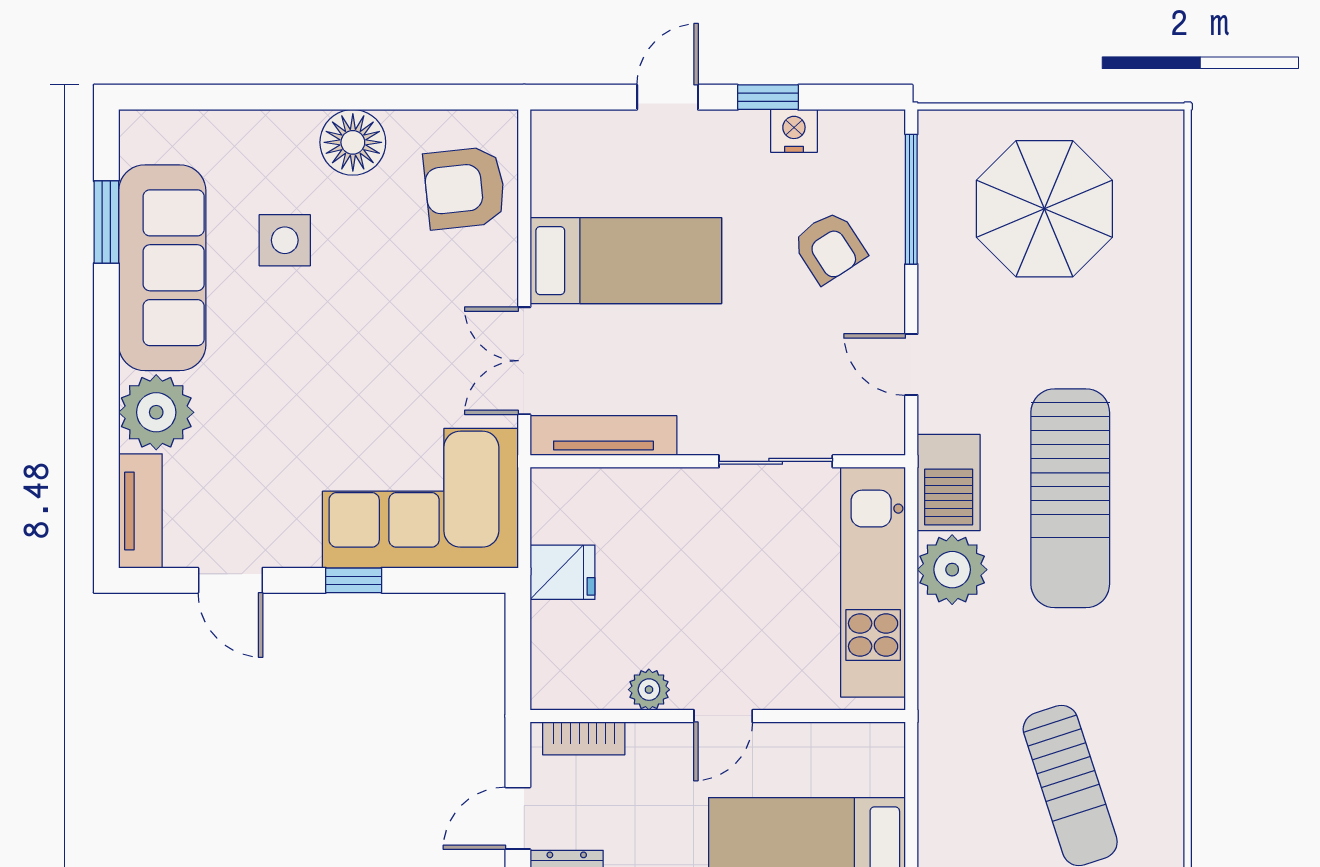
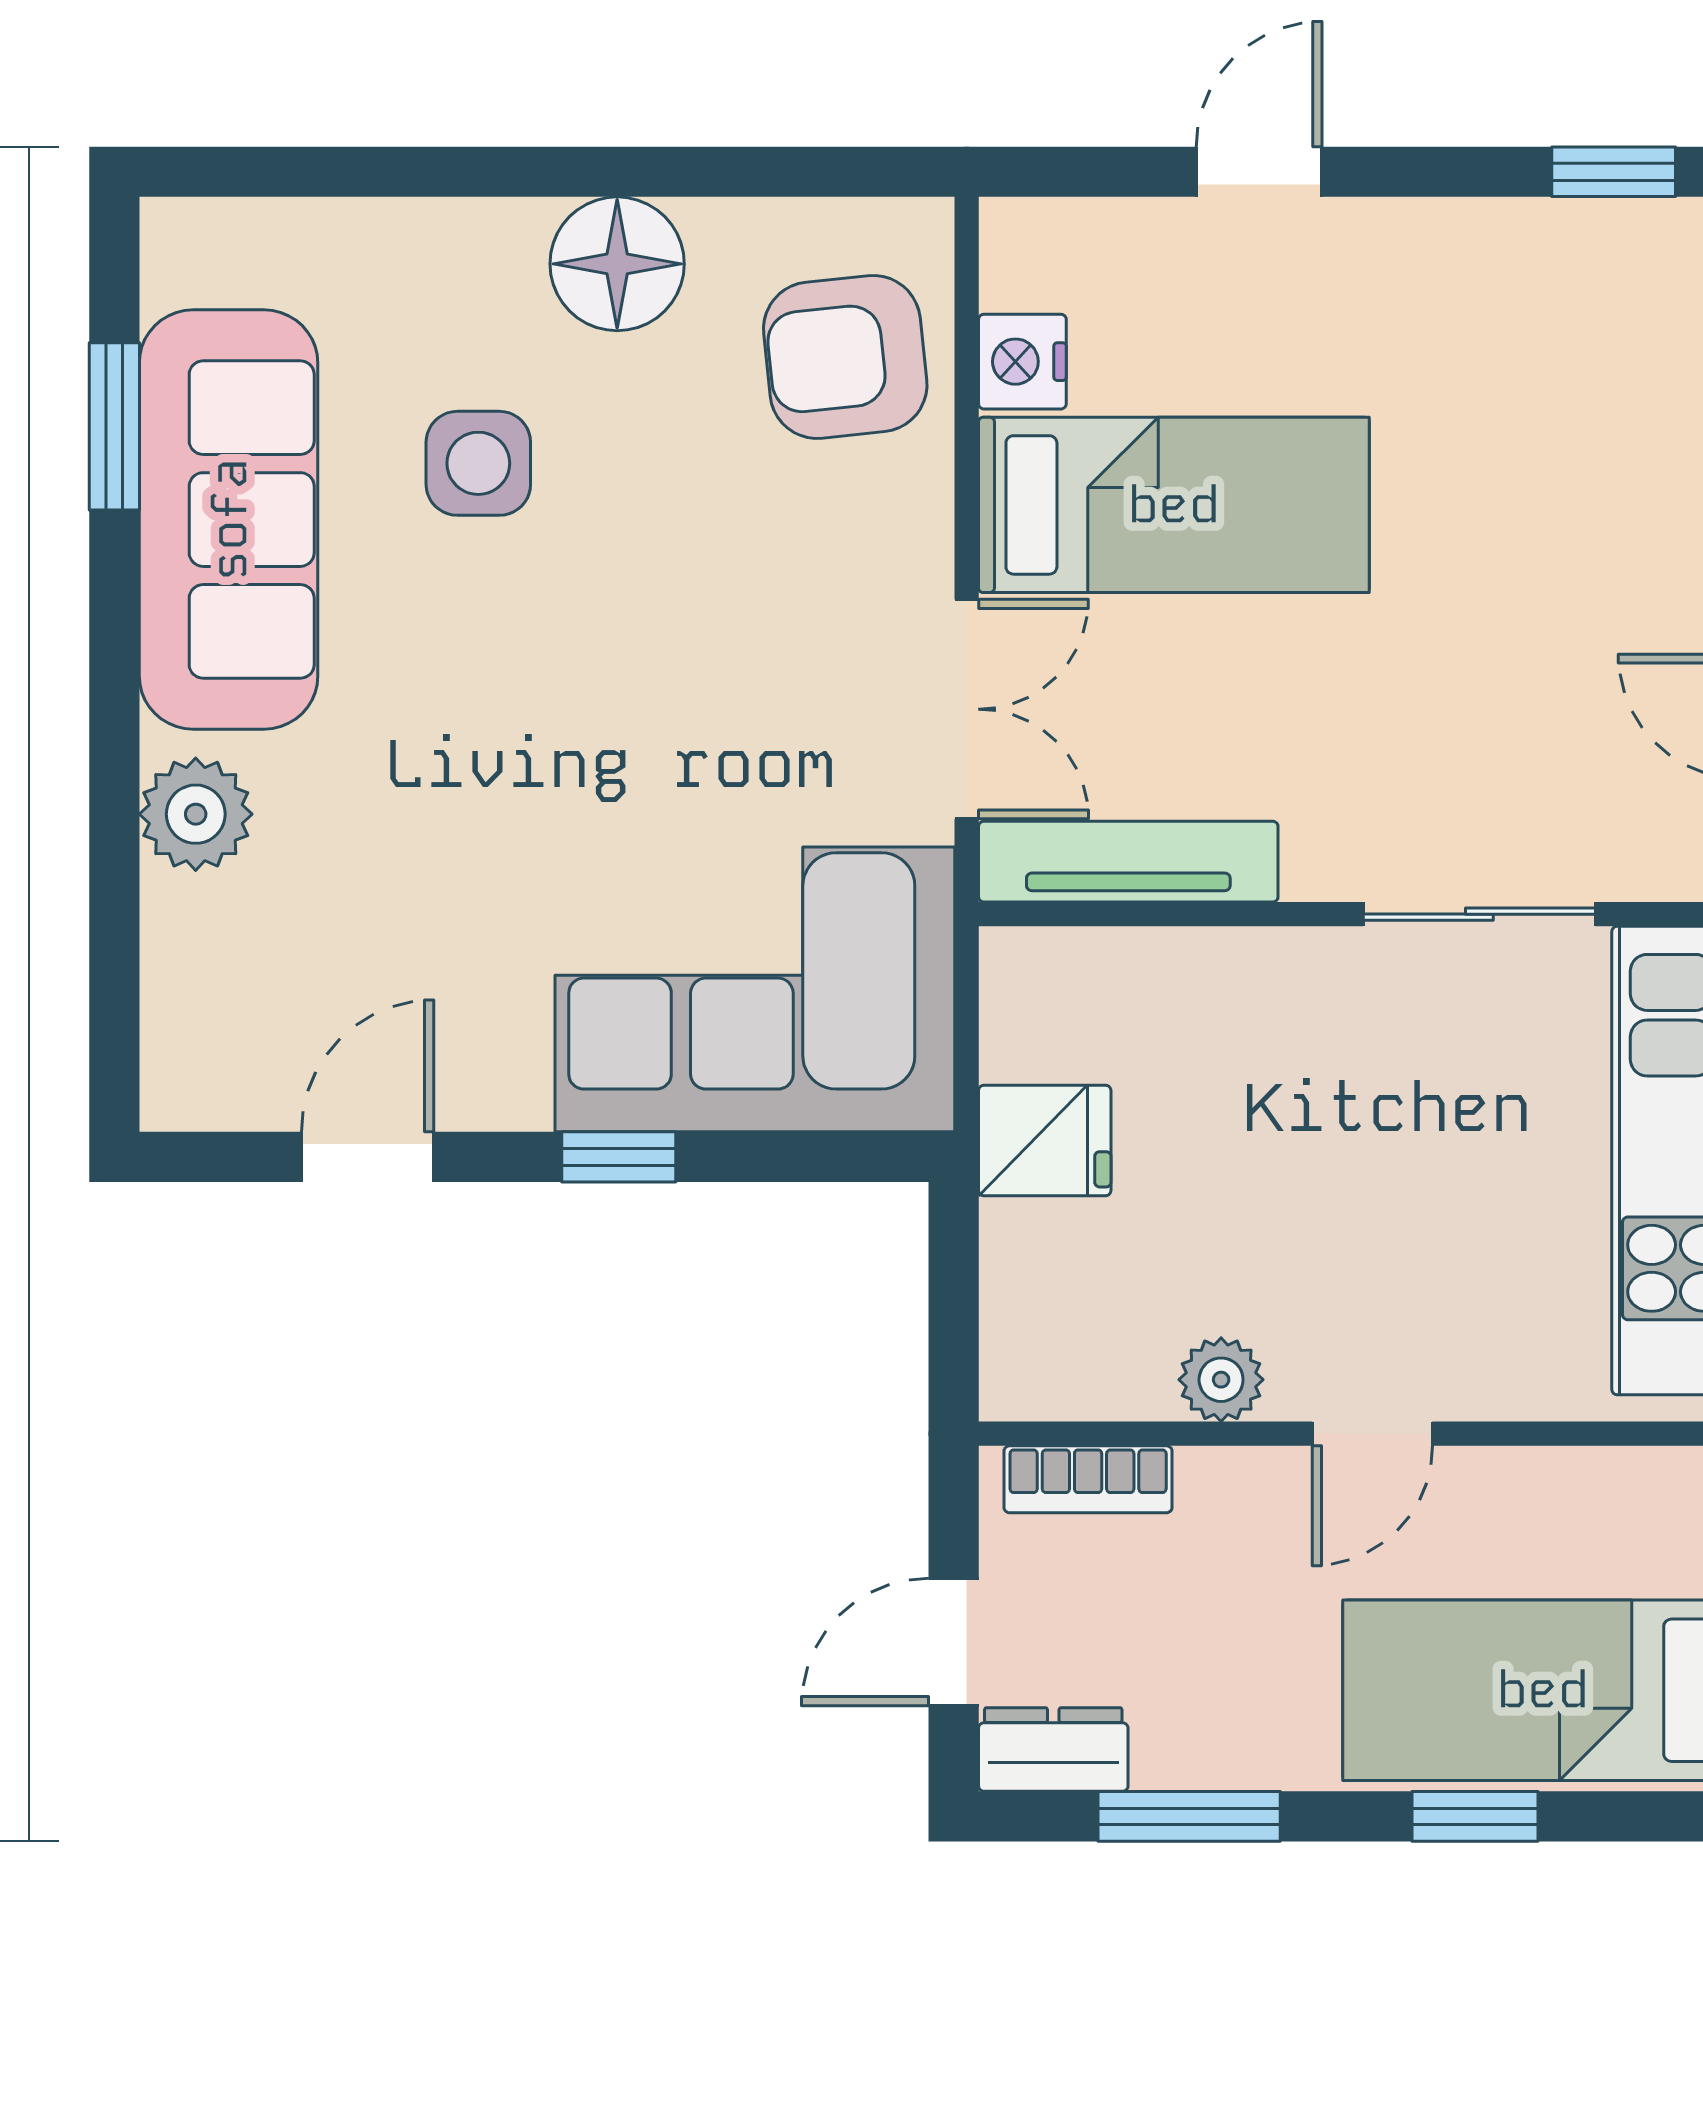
window: (768, 97) -> (1614, 172), moved
nightstand: (794, 131) -> (1022, 362), moved, turned -90
armchair: (829, 247) -> (1589, 478), removed
double door: (524, 361) -> (967, 709), swing flipped
plant: (156, 412) -> (196, 814), width x0.73, depth x0.73
tv unit: (140, 511) -> (184, 1015), removed
door: (230, 580) -> (368, 1157), swing flipped

